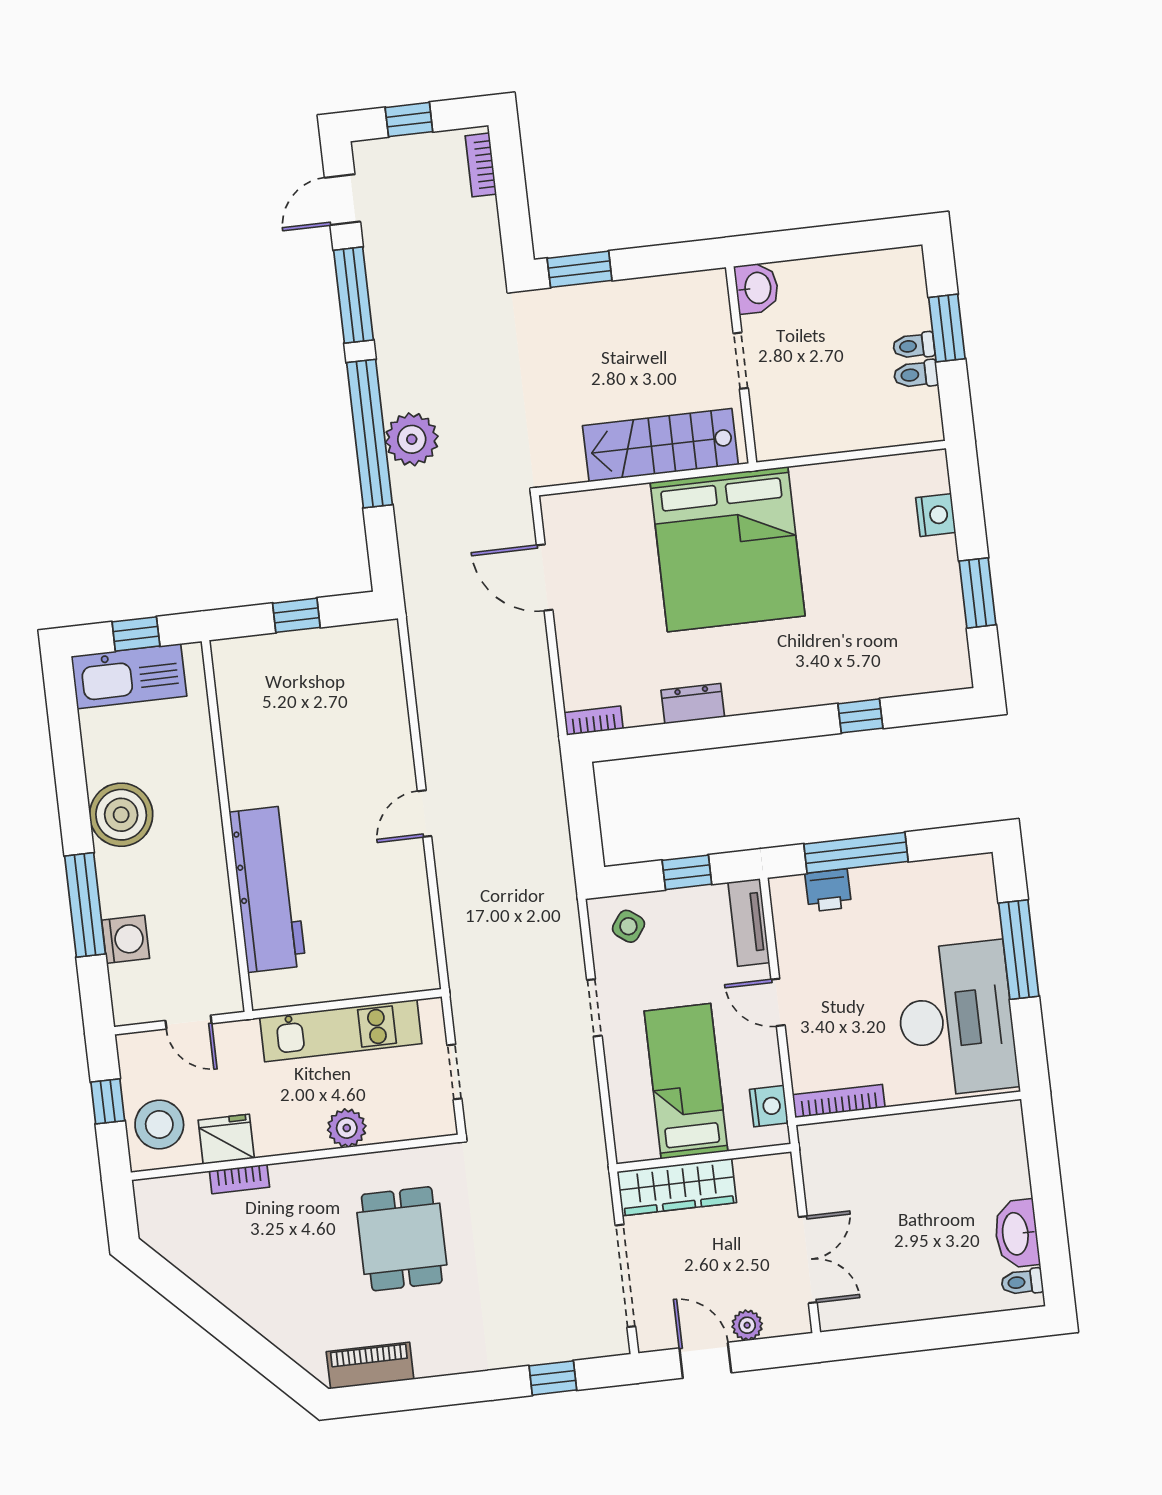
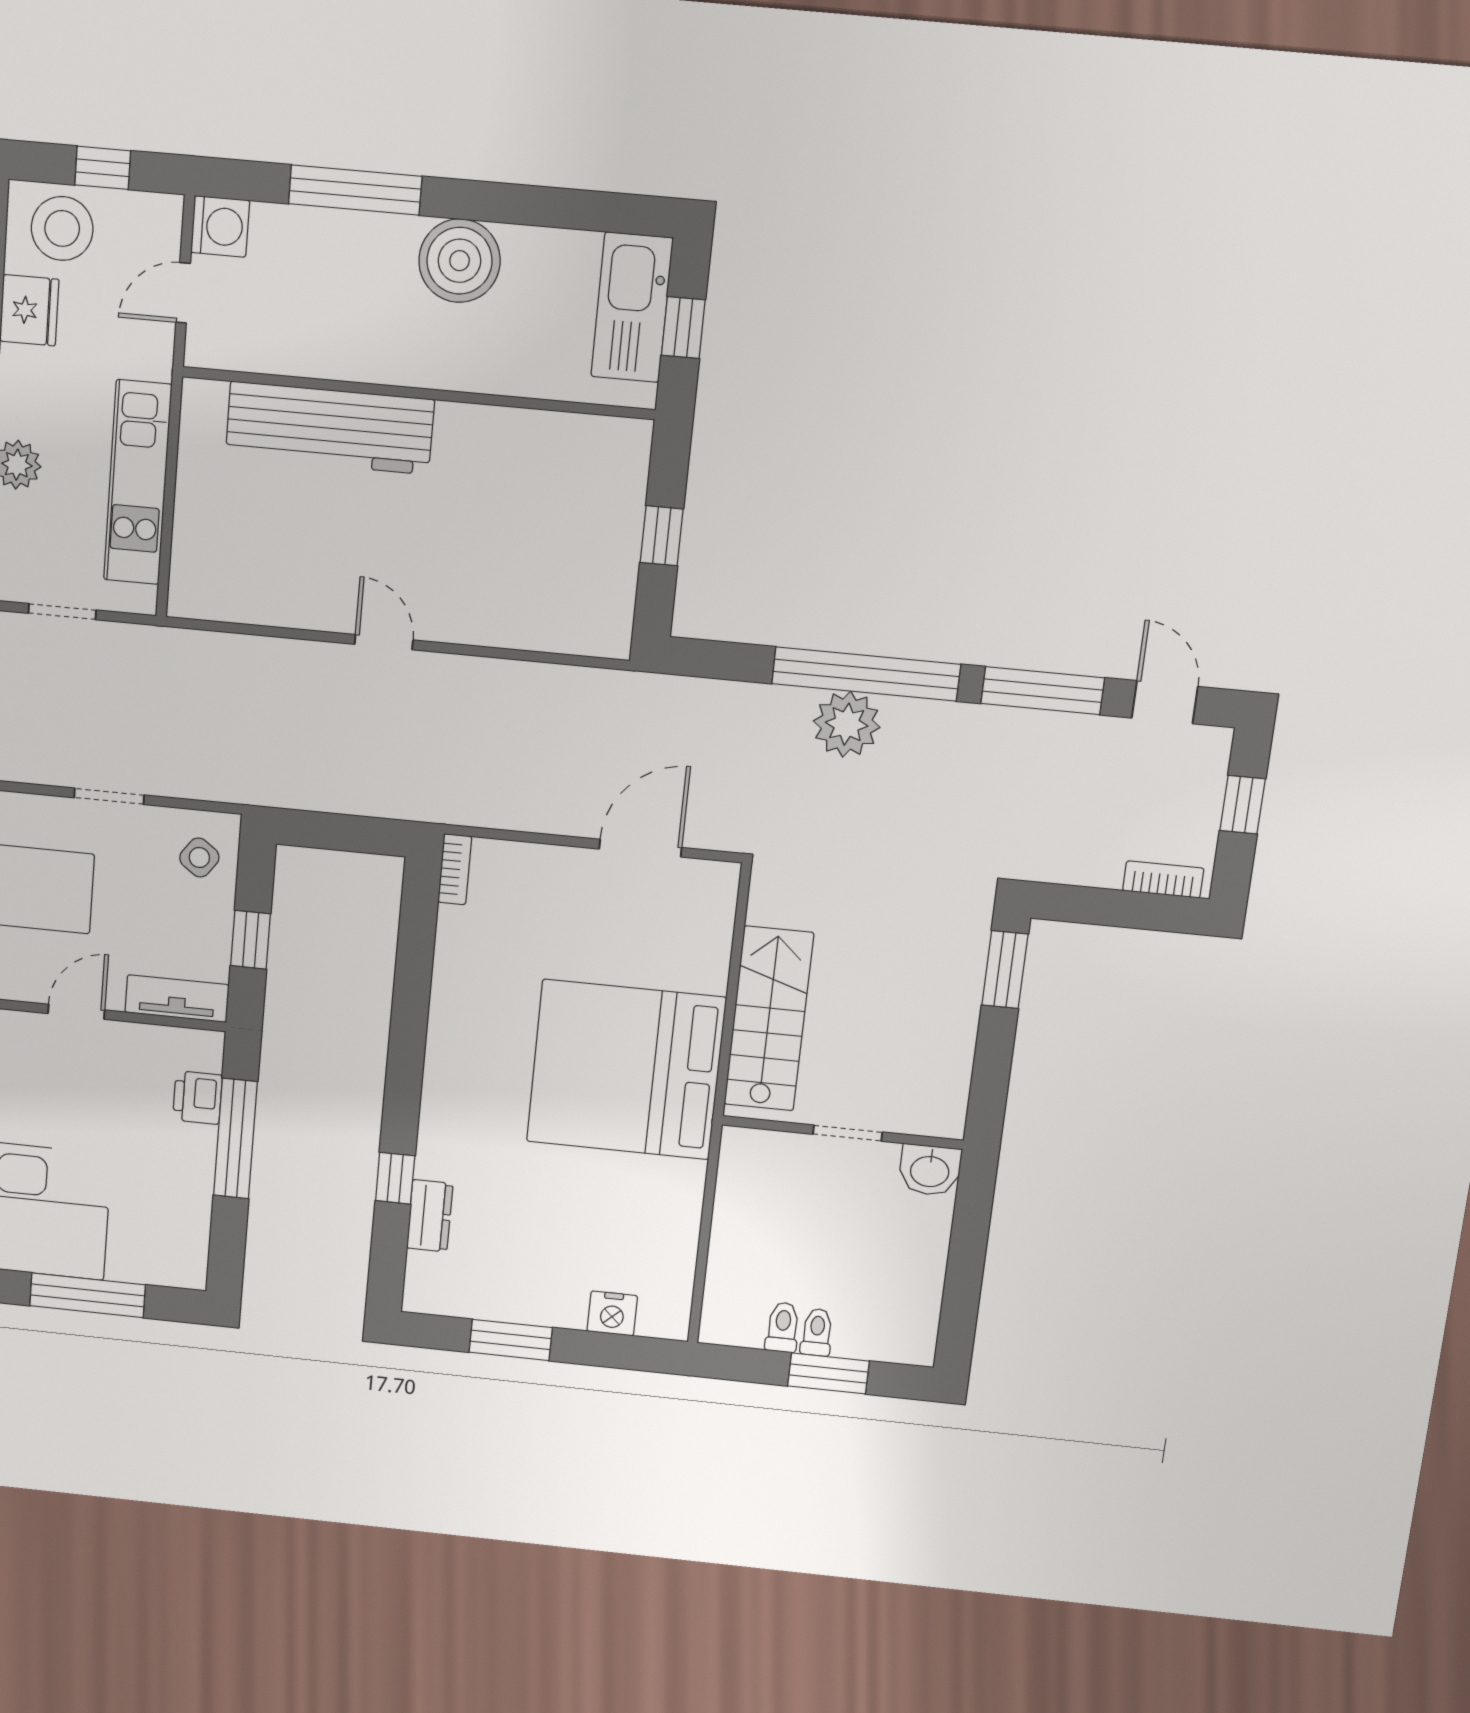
dresser: (693, 704) -> (430, 1216), moved
washing machine: (126, 939) -> (220, 226), moved, turned -90

